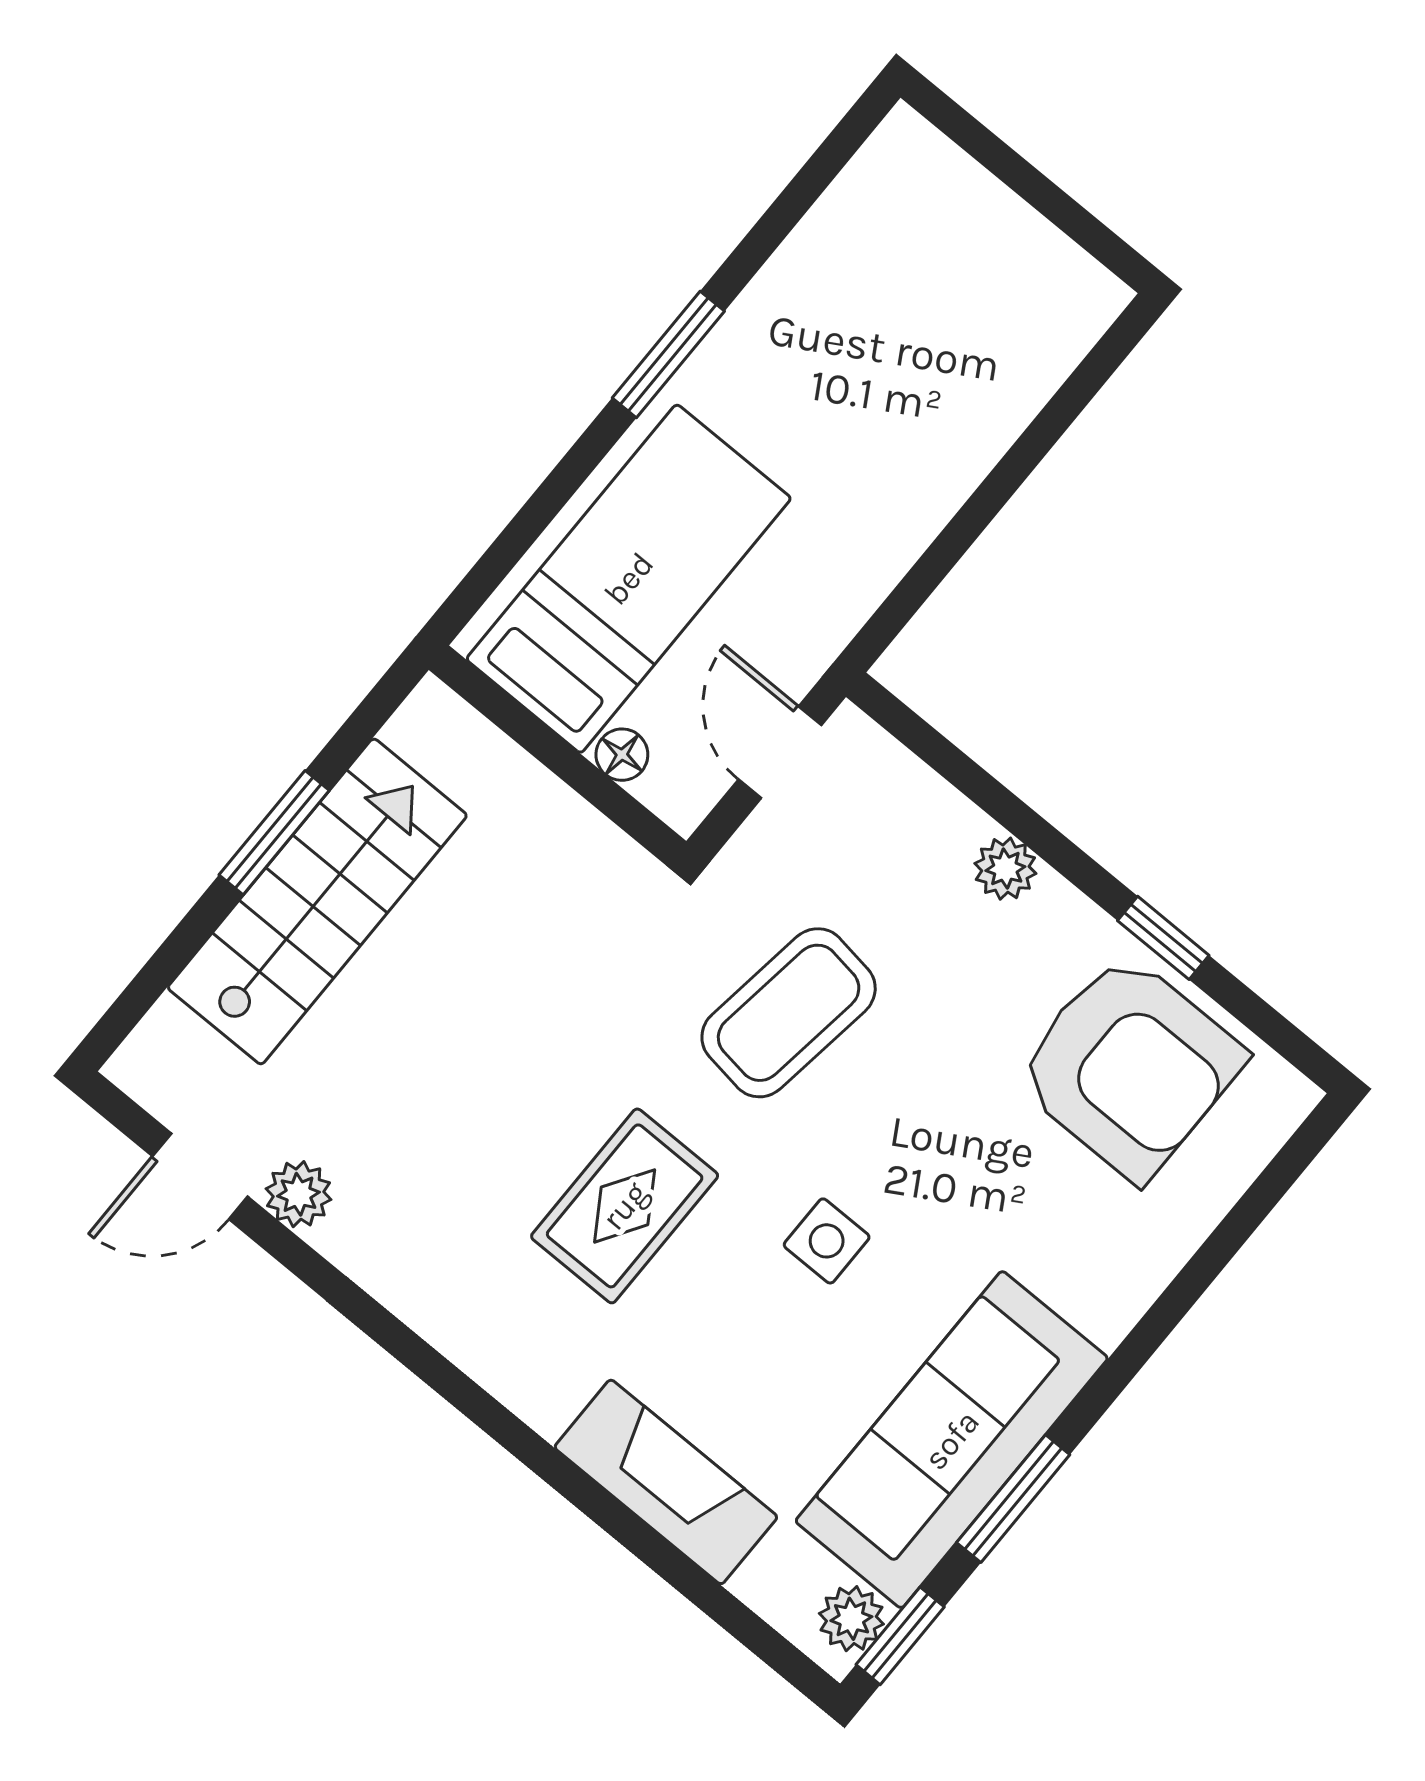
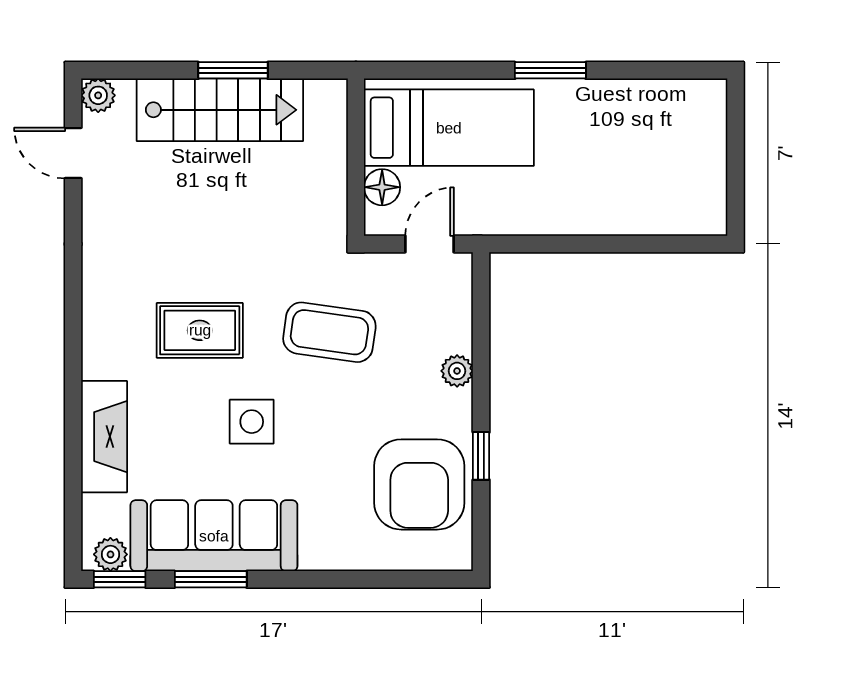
floor lamp: (622, 755) -> (382, 187), width x1.37, depth x1.37
plant: (299, 1194) -> (98, 95), moved
side table: (827, 1241) -> (252, 422), width x1.37, depth x1.37

